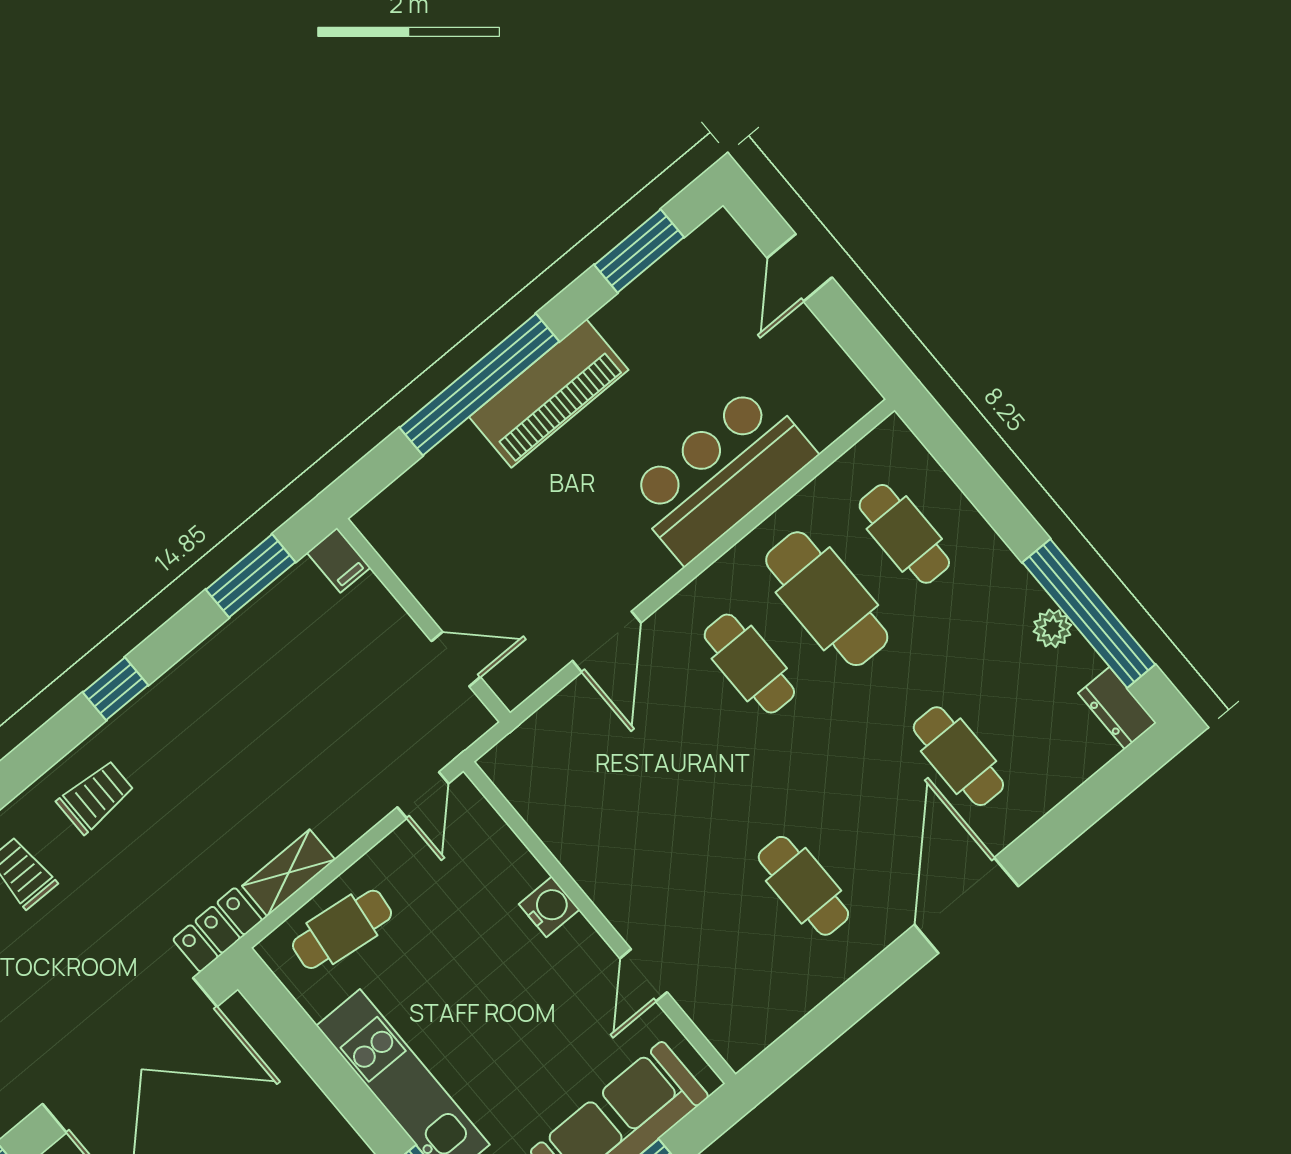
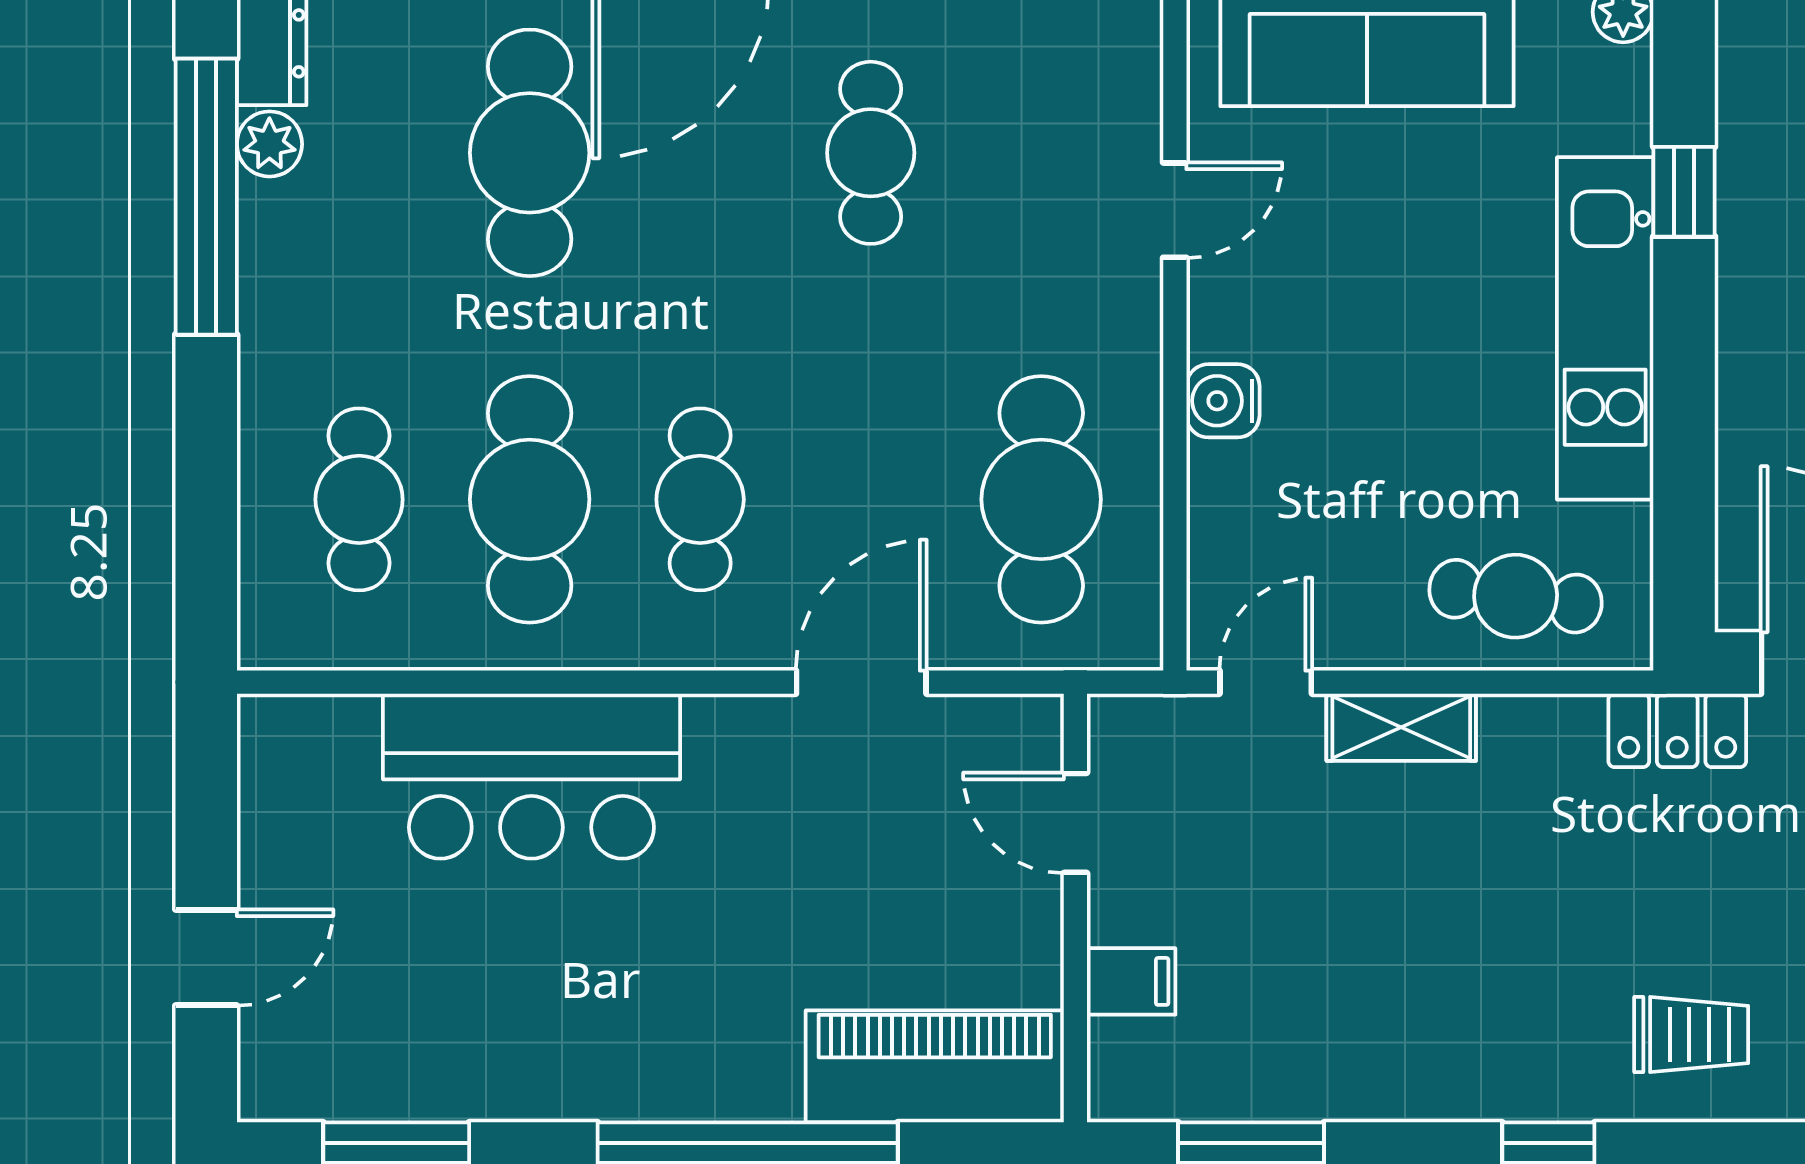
piano: (549, 393) -> (935, 1066), moved
filing cabinet: (339, 560) -> (1131, 981), moved, turned 90
plant: (1052, 628) -> (269, 144), moved
cafe table: (958, 756) -> (530, 153), width x1.37, depth x1.35
cafe table: (594, 793) -> (1041, 499), added
trolley: (96, 797) -> (1691, 1035), turned 180
shelving: (289, 873) -> (1401, 727), moved

